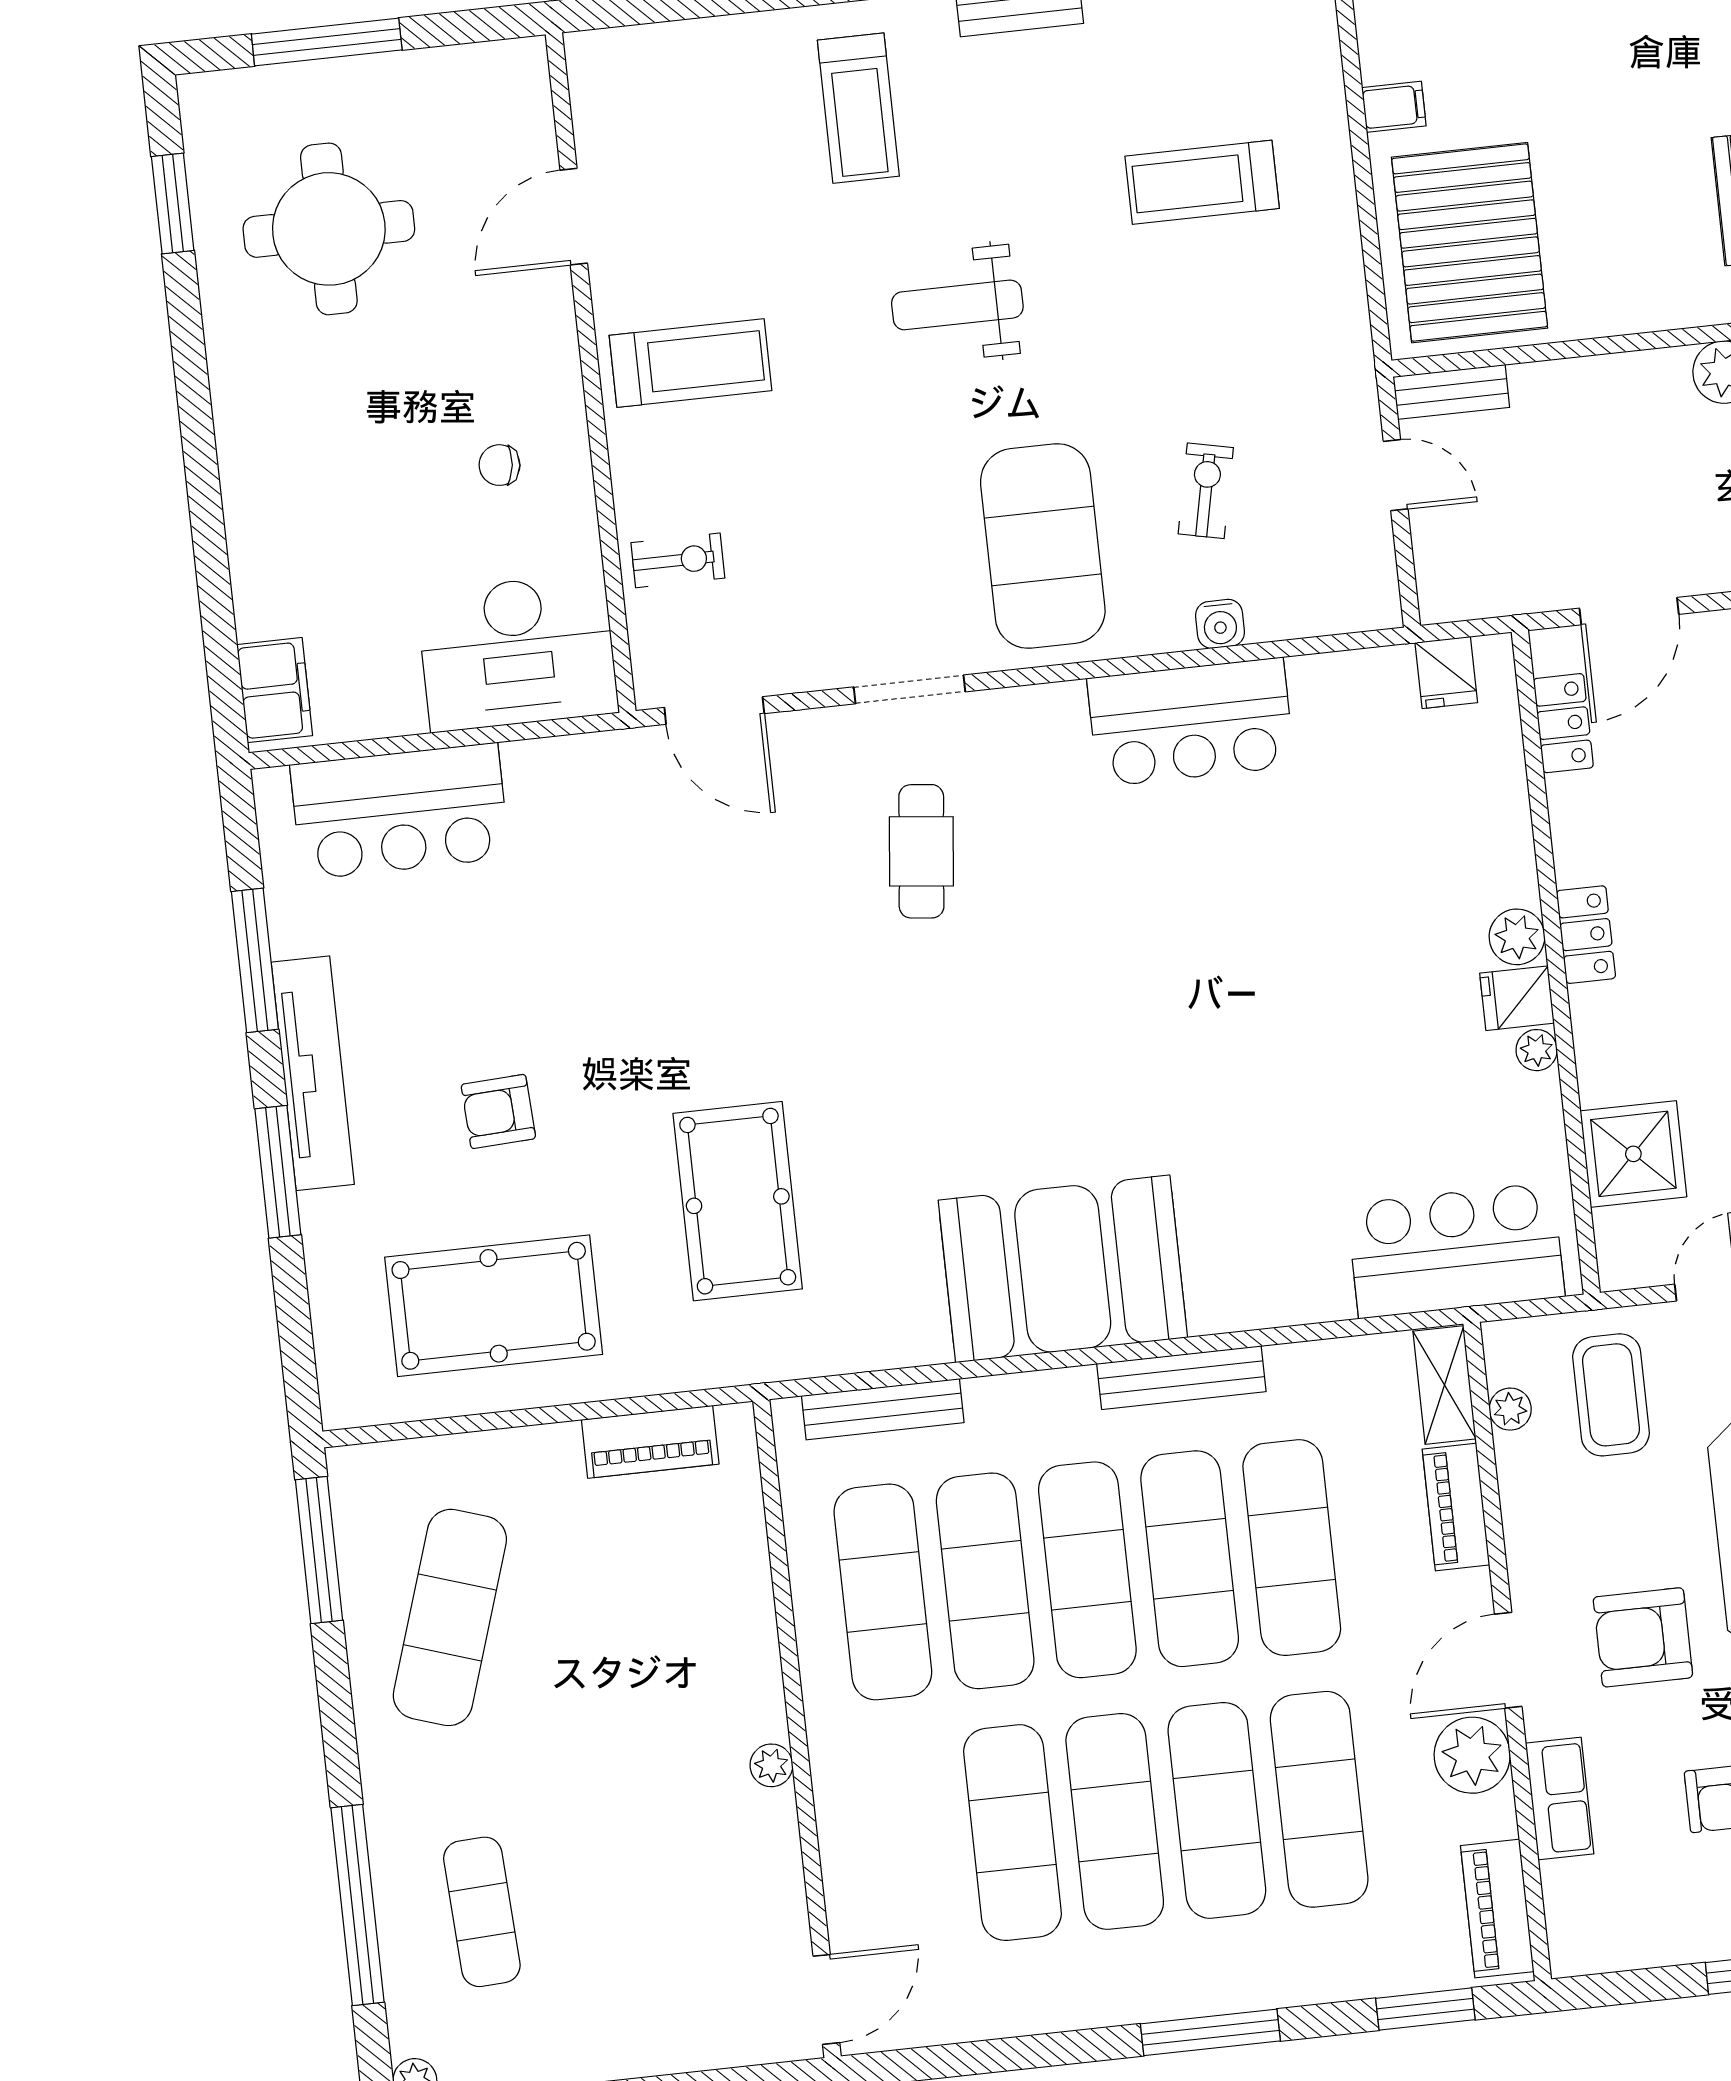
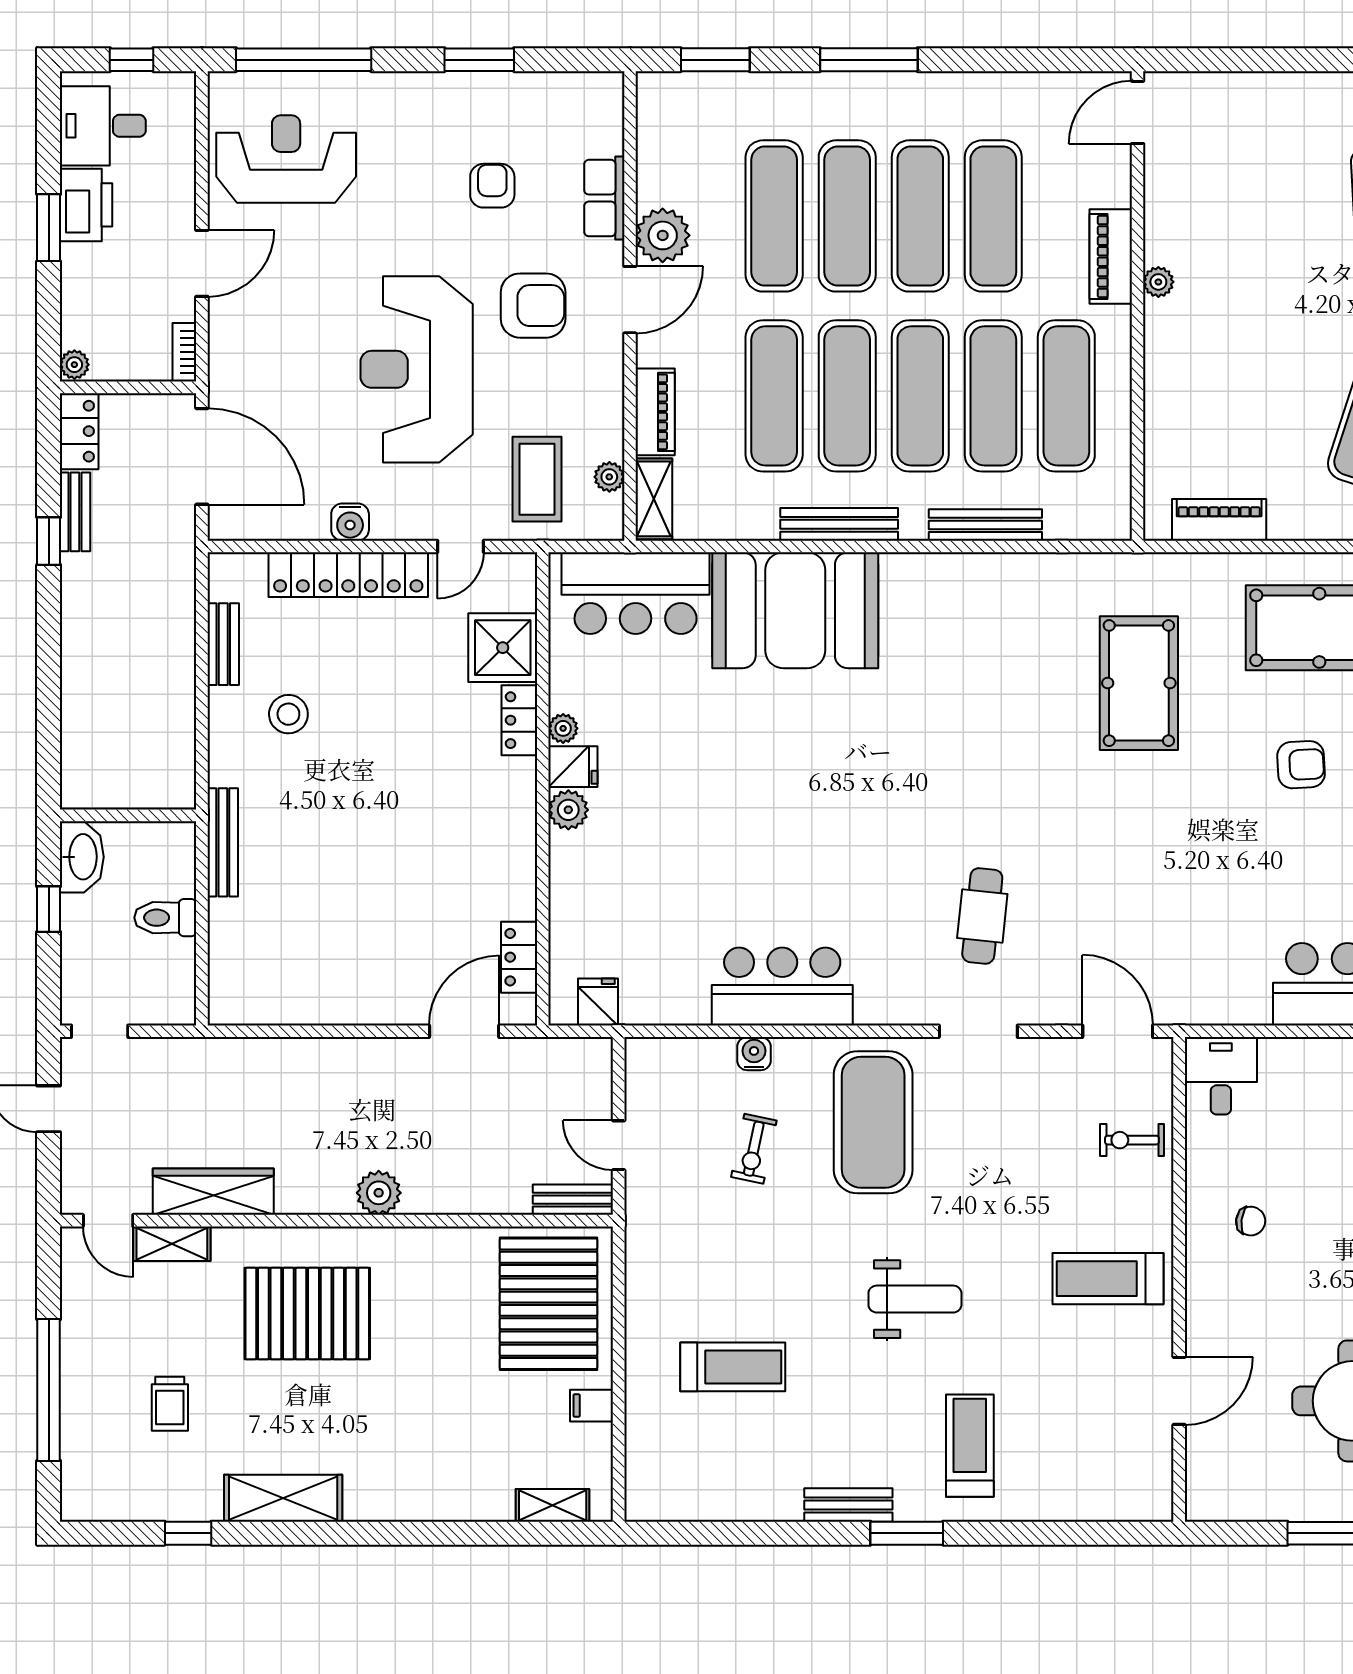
desk: (517, 652) -> (1221, 1076), width x0.53, depth x0.77
locker: (1586, 935) -> (519, 720), moved
booth: (1063, 1269) -> (795, 610), moved
bench: (883, 1409) -> (985, 525), moved
piano: (1497, 1909) -> (1111, 256), moved, turned 180

